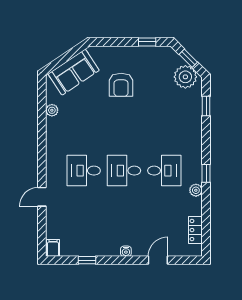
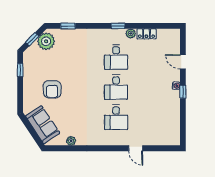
armchair: (121, 85) -> (52, 89), turned 90
desk: (164, 171) -> (116, 57), turned 180
locker: (195, 230) -> (146, 34), moved
filing cabinet: (53, 248) -> (174, 140), removed
window: (87, 260) -> (183, 92), moved

